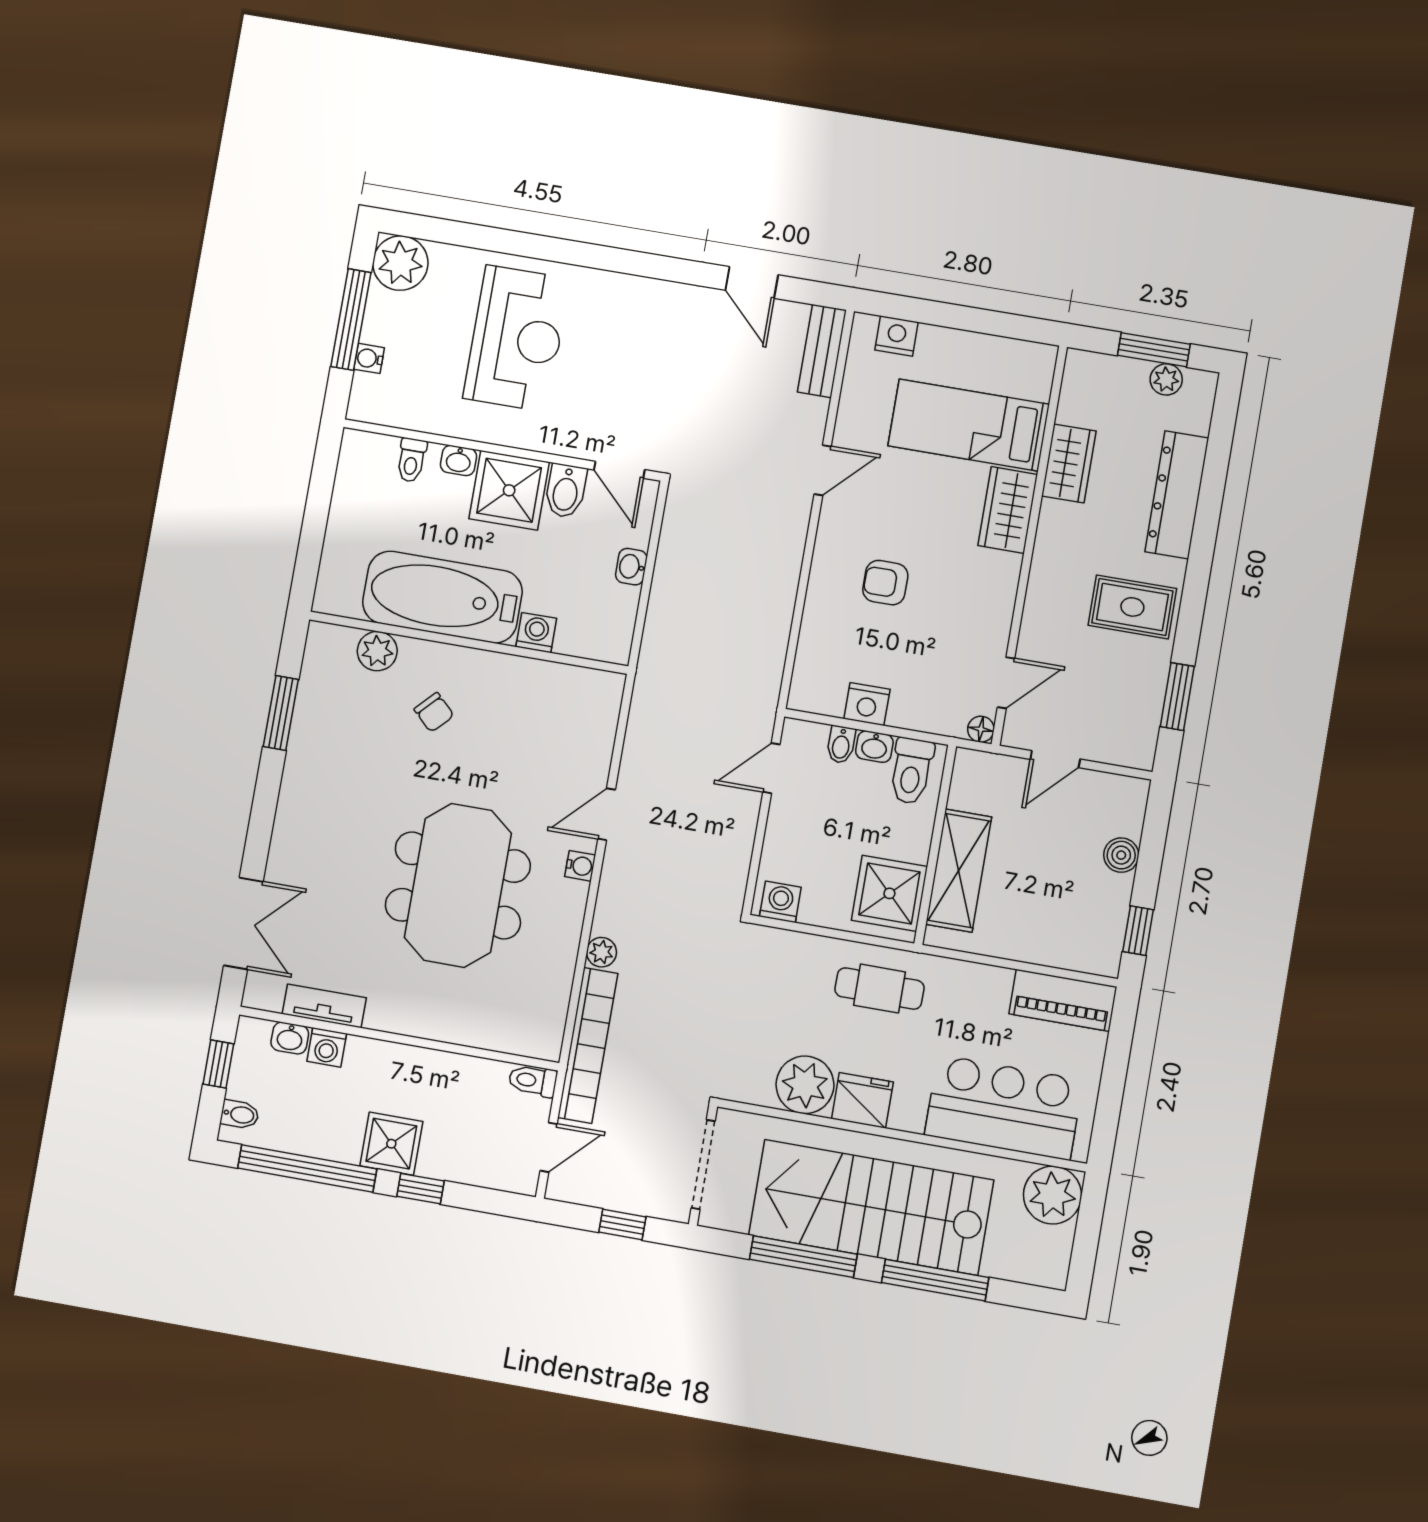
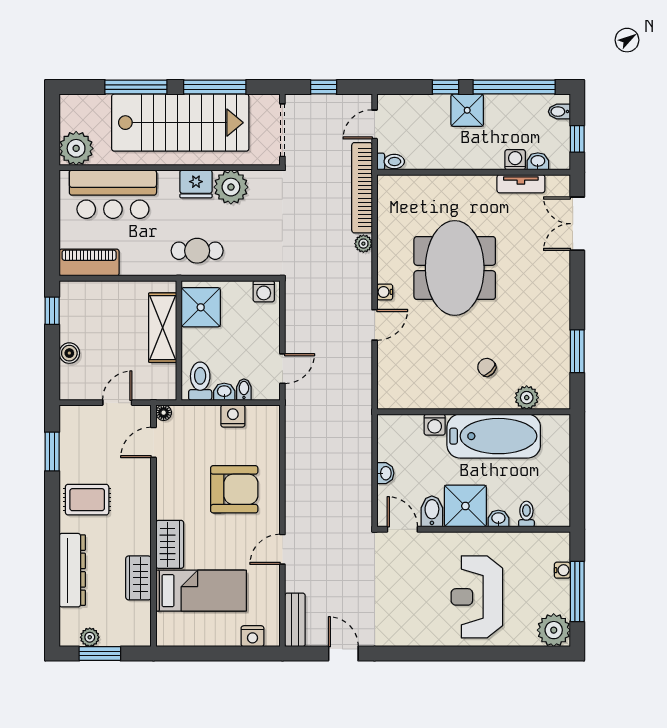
armchair: (885, 583) -> (234, 489), width x1.88, depth x1.88

